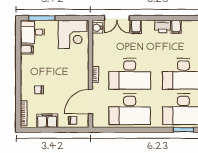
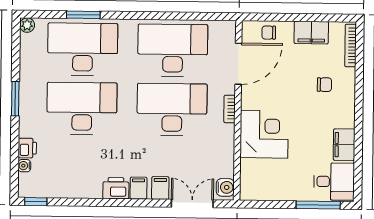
filing cabinet: (176, 27) -> (138, 188), moved
corner desk: (72, 34) -> (264, 134), moved, turned 90
filing cabinet: (27, 49) -> (344, 145), width x2.00

